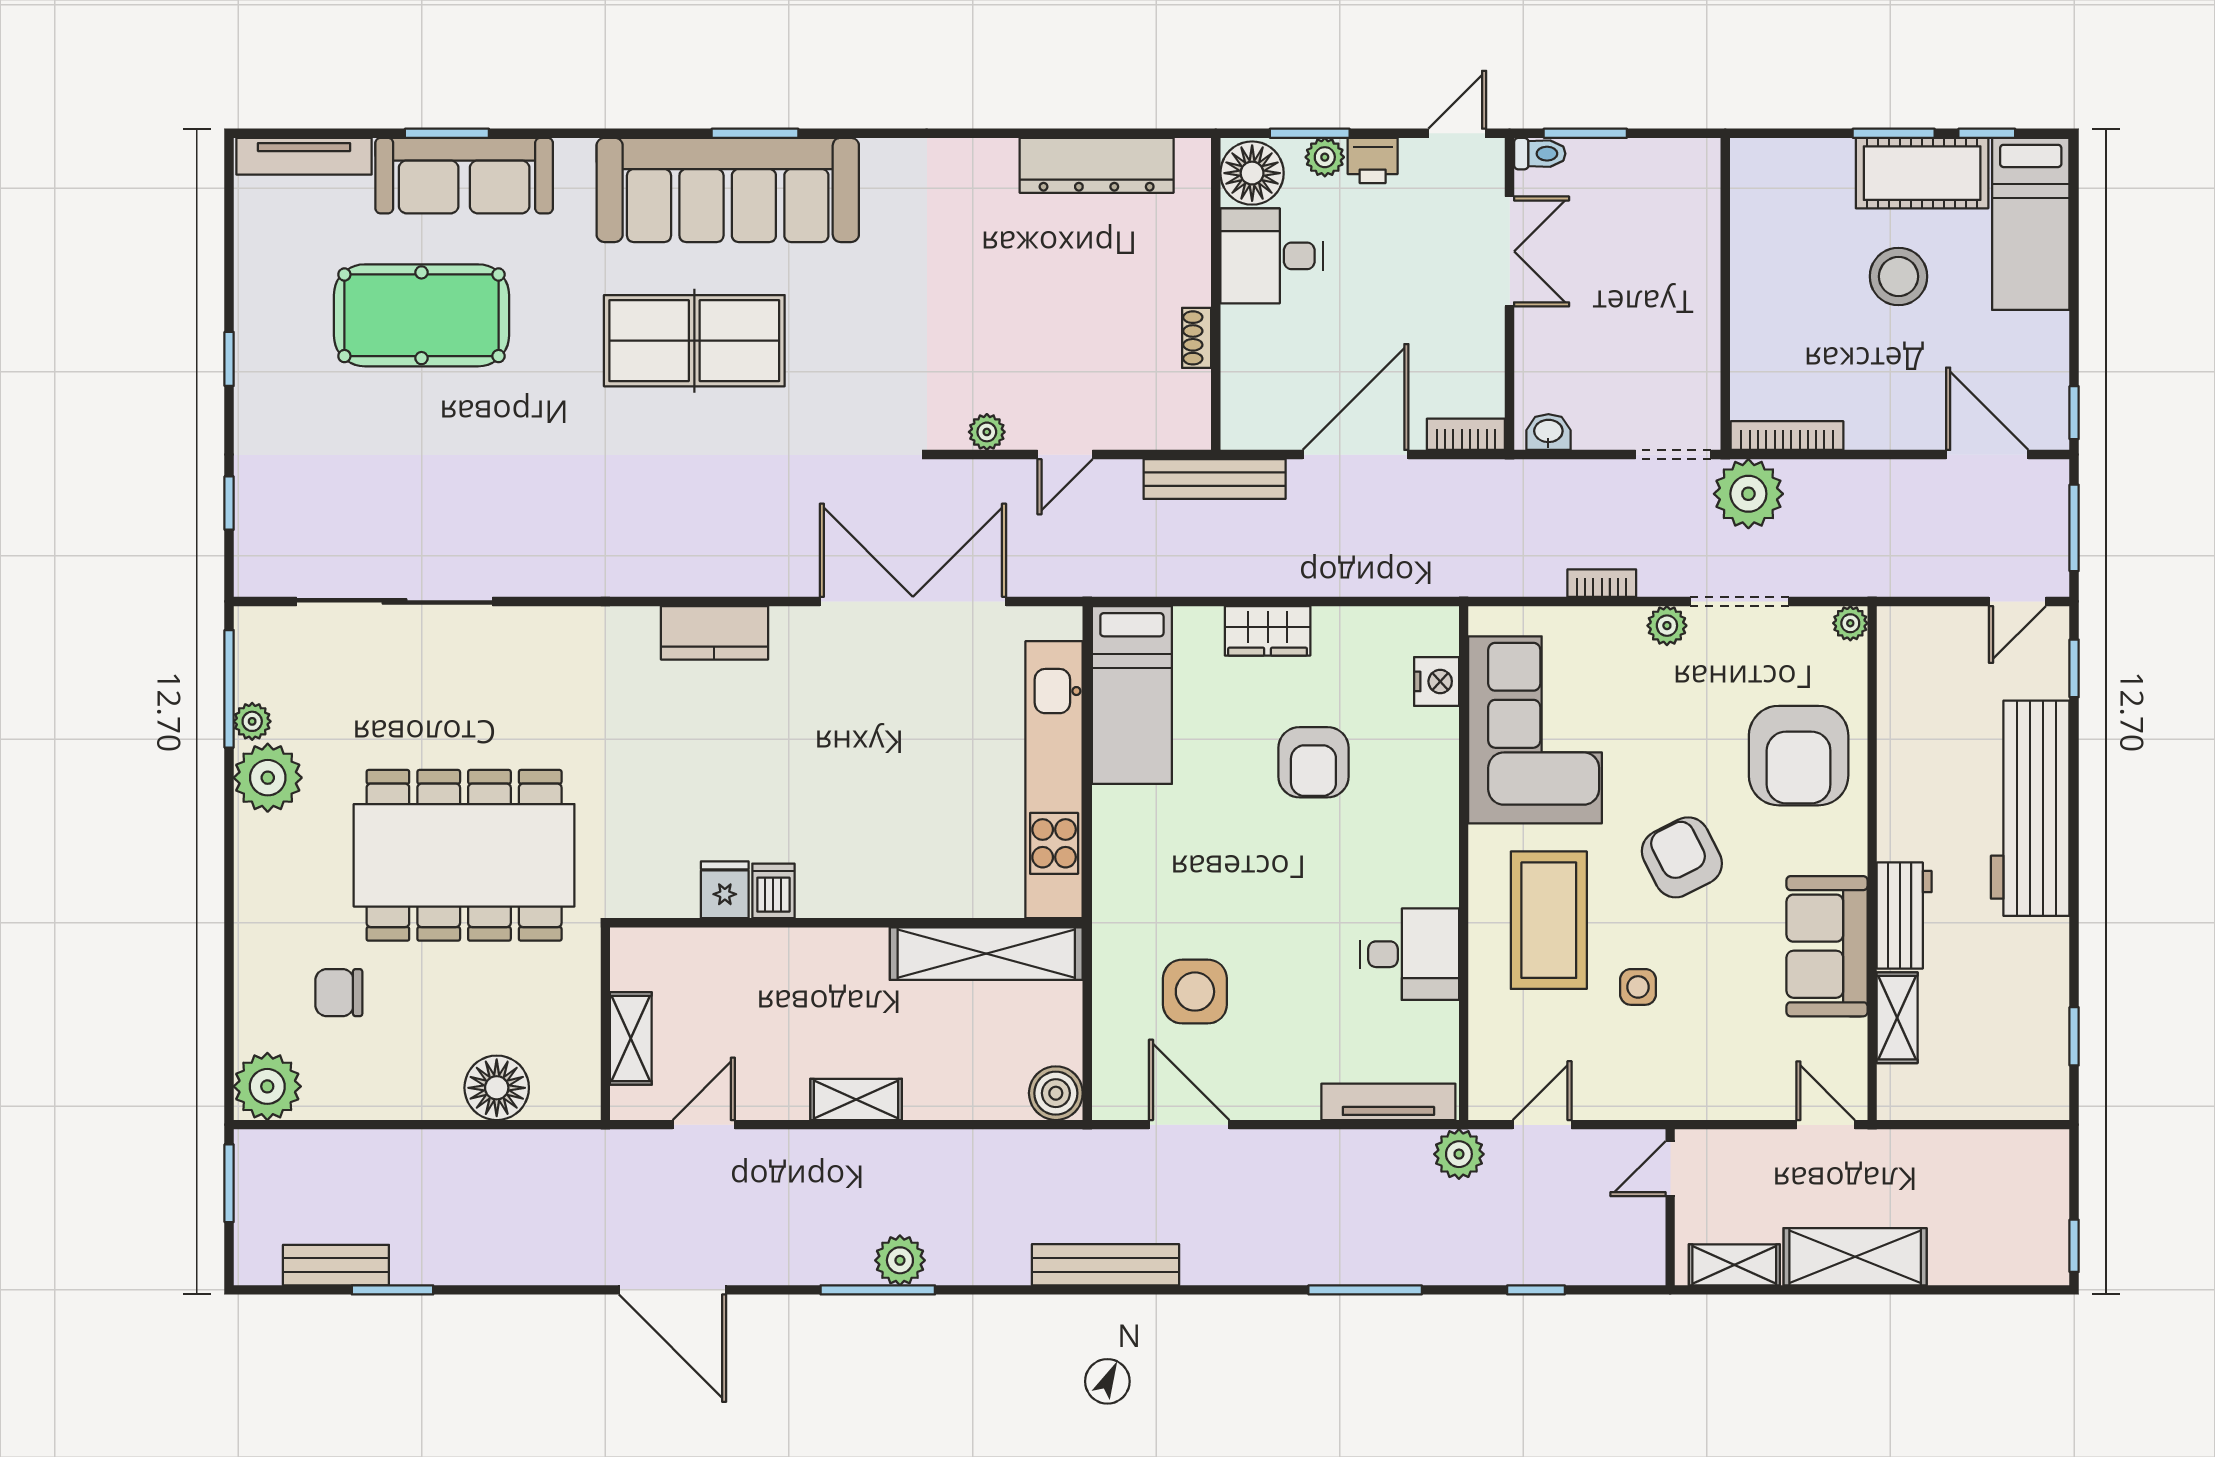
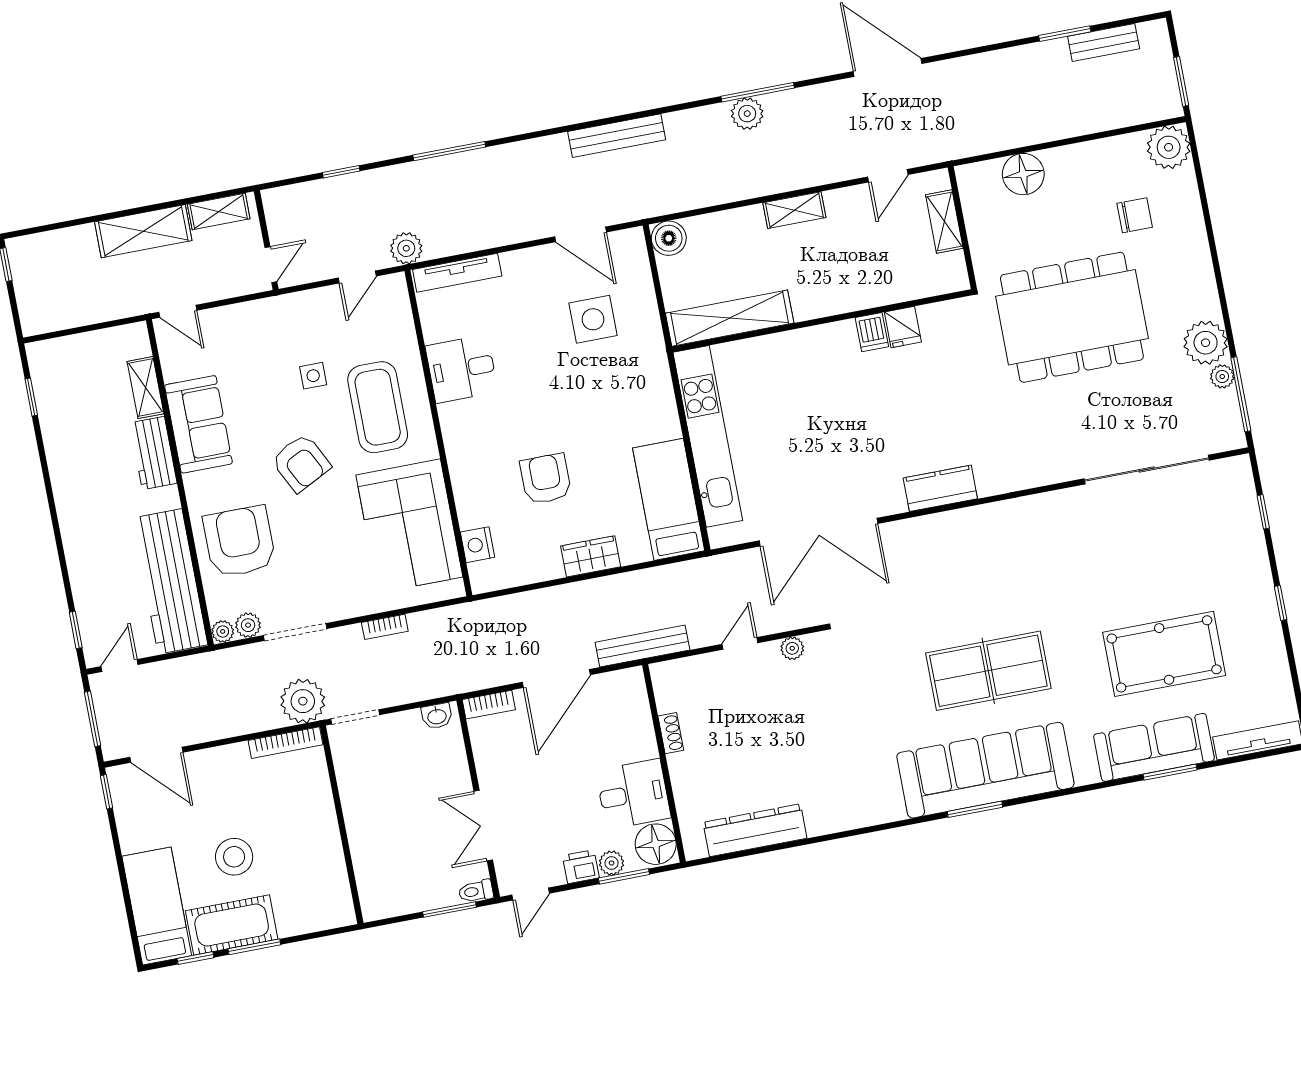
plant: (1667, 626) -> (248, 625), moved
workbench: (2030, 808) -> (170, 581), moved, turned 180

